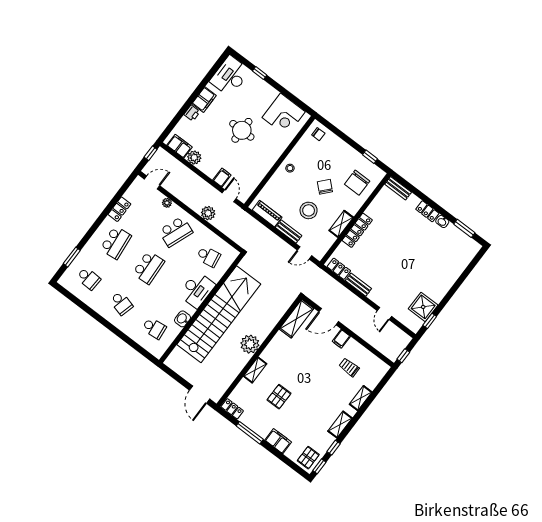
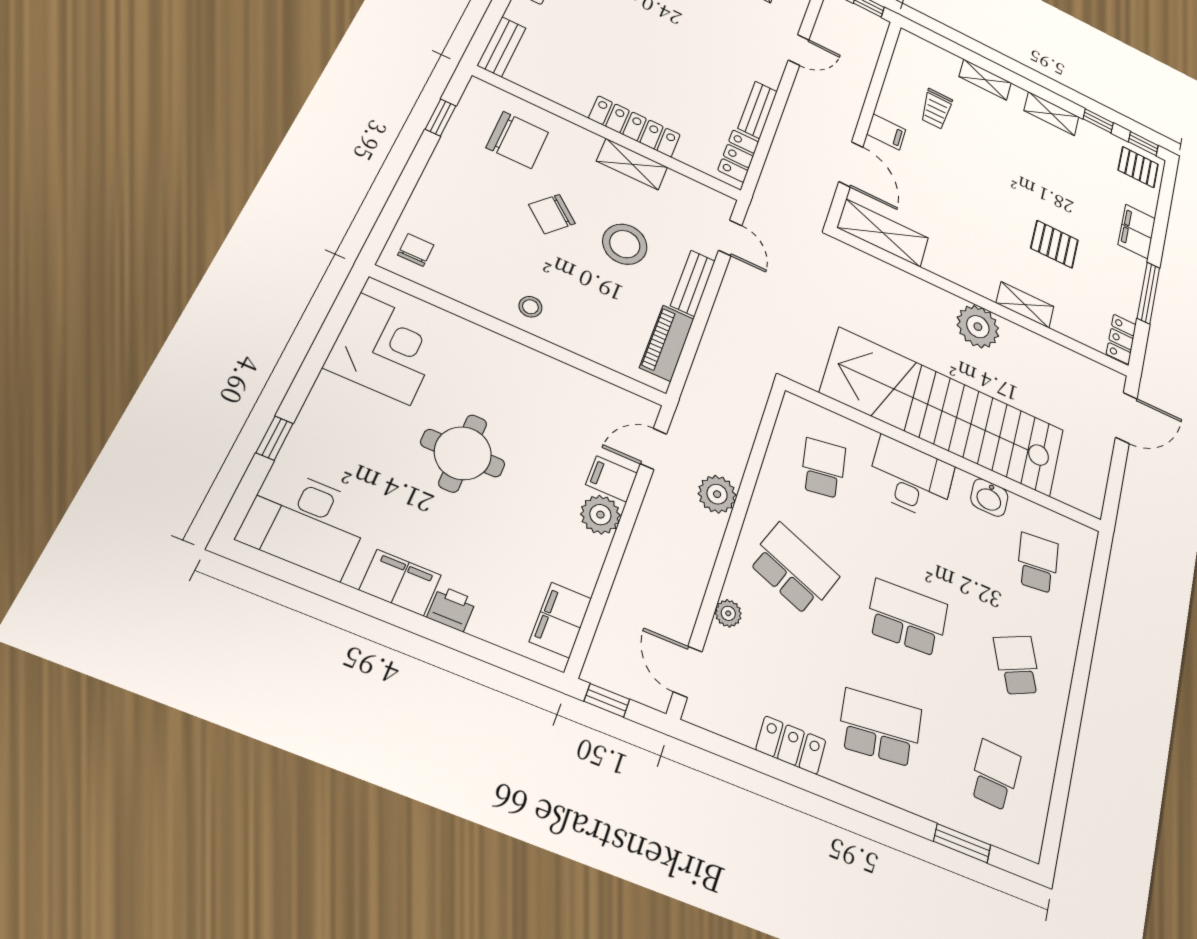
plant: (194, 157) -> (600, 515), moved
school desk: (121, 303) -> (1017, 665), turned -39

